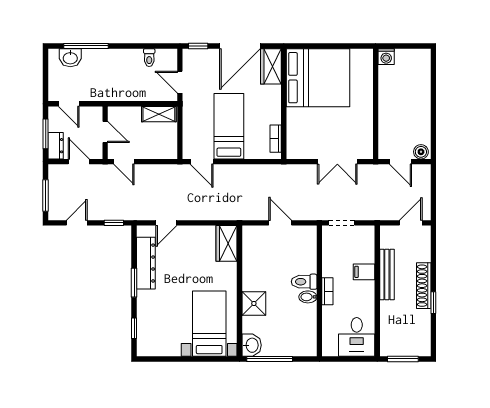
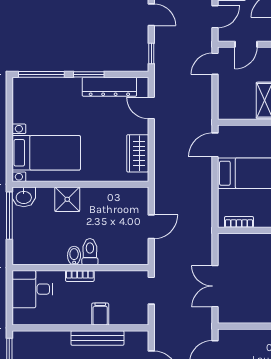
wardrobe: (226, 243) -> (138, 153), moved, turned -90
window: (134, 328) -> (41, 74), width x2.17
desk: (357, 337) -> (32, 289), moved

